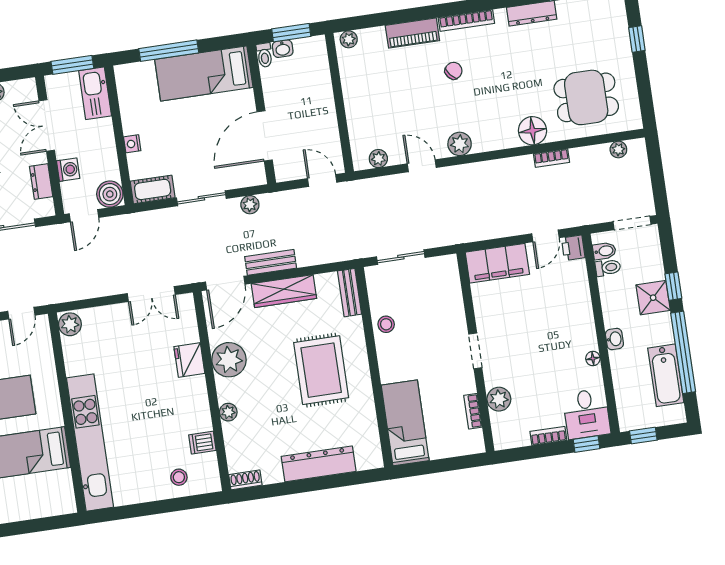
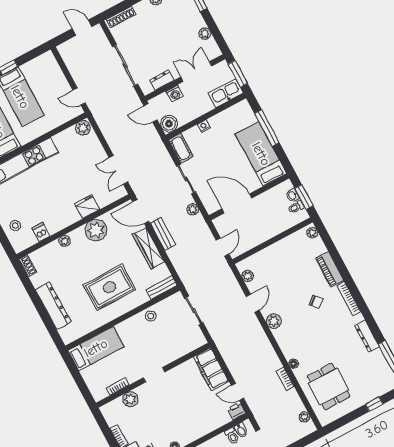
toilet: (264, 55) -> (296, 207), moved
floor lamp: (532, 131) -> (294, 364), width x0.53, depth x0.53

